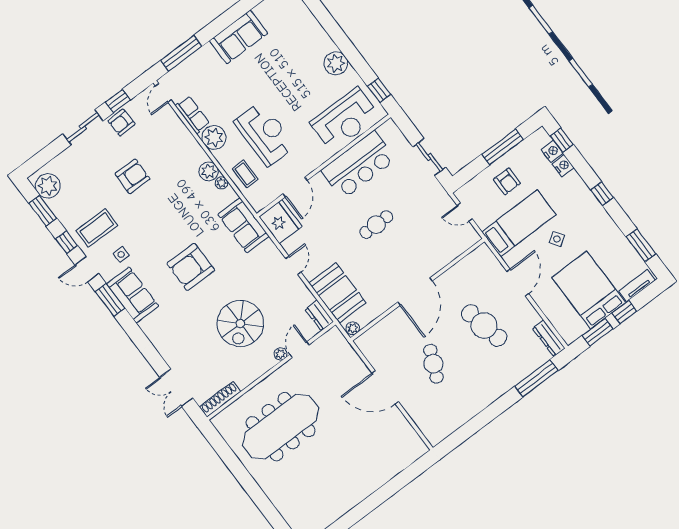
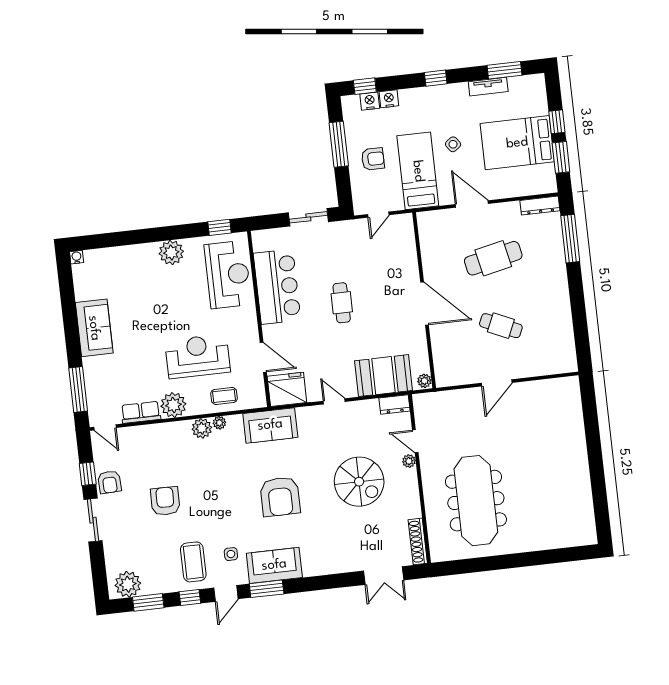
tv unit: (637, 286) -> (488, 87), moved, turned -90
door: (385, 387) -> (497, 383), width x0.73

